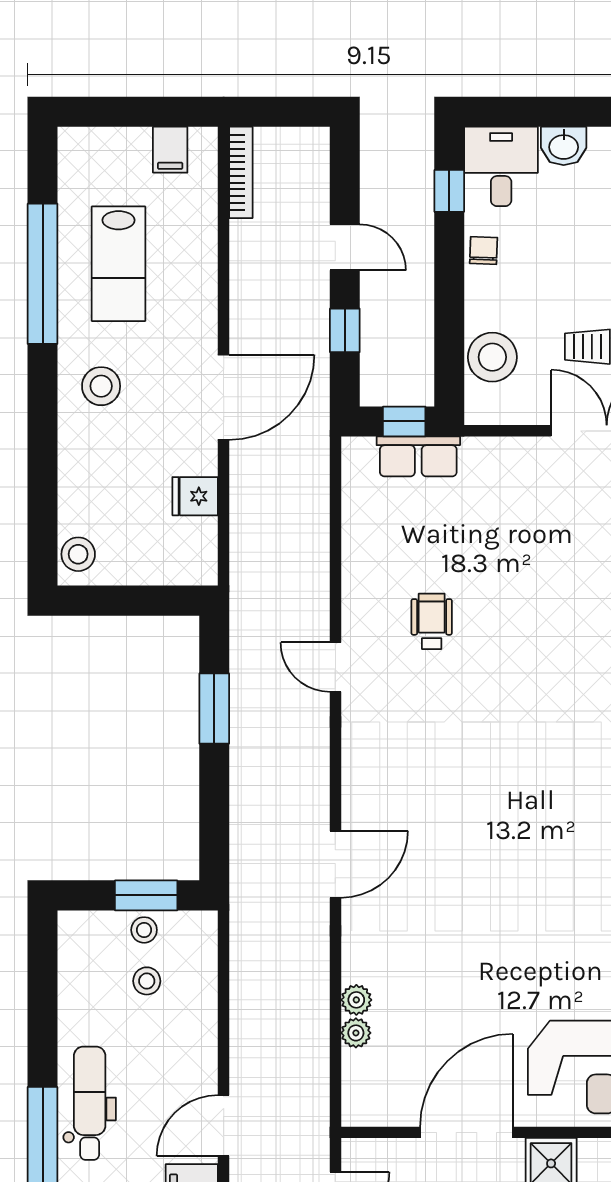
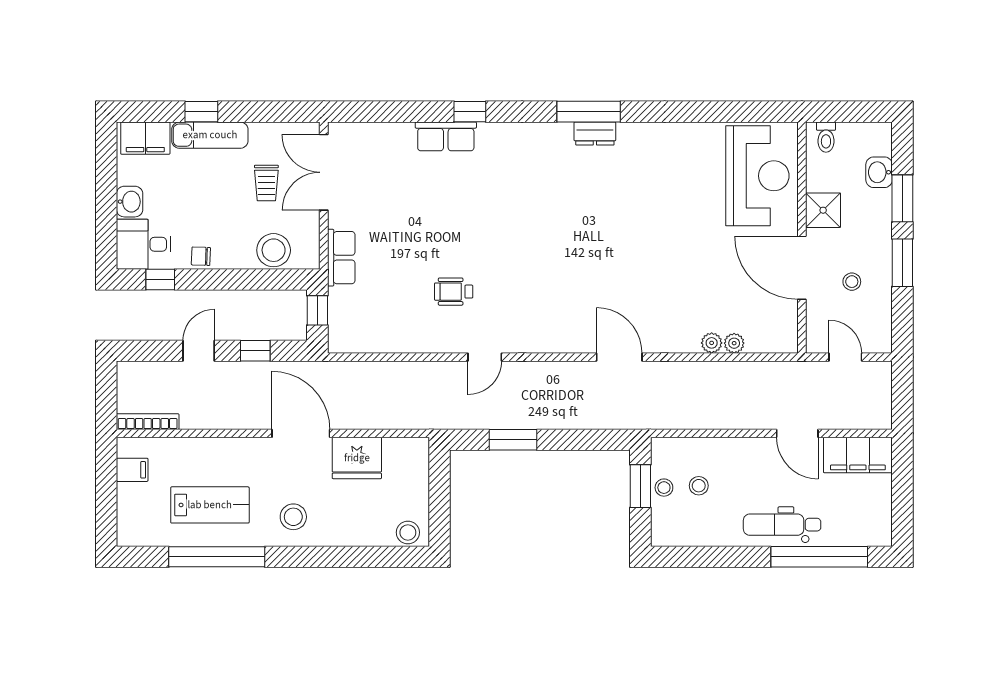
row of seats: (418, 456) -> (341, 258), moved
fridge: (195, 496) -> (357, 458), width x1.88, depth x1.34

